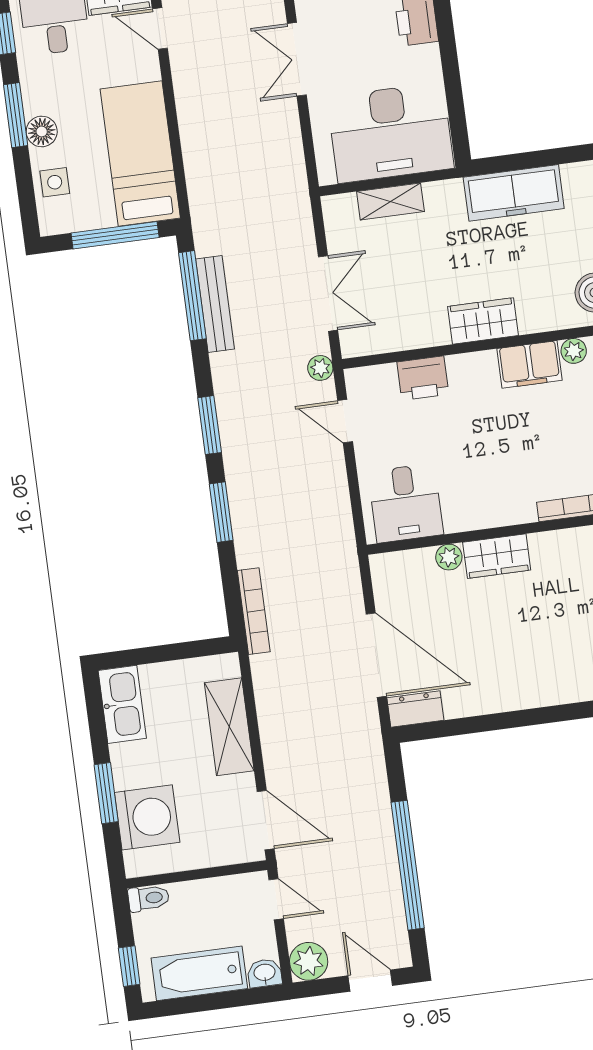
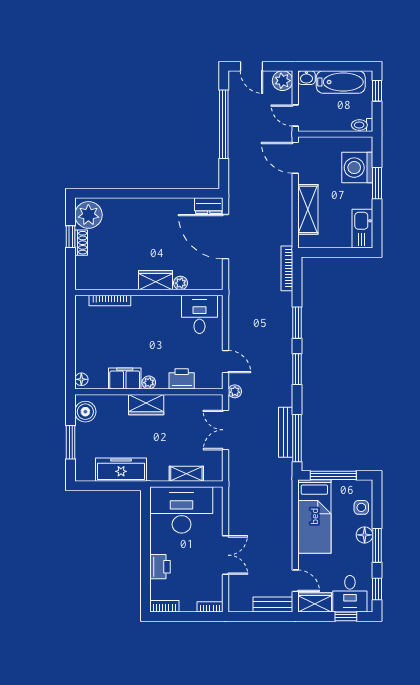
plant: (574, 351) -> (149, 383), moved

